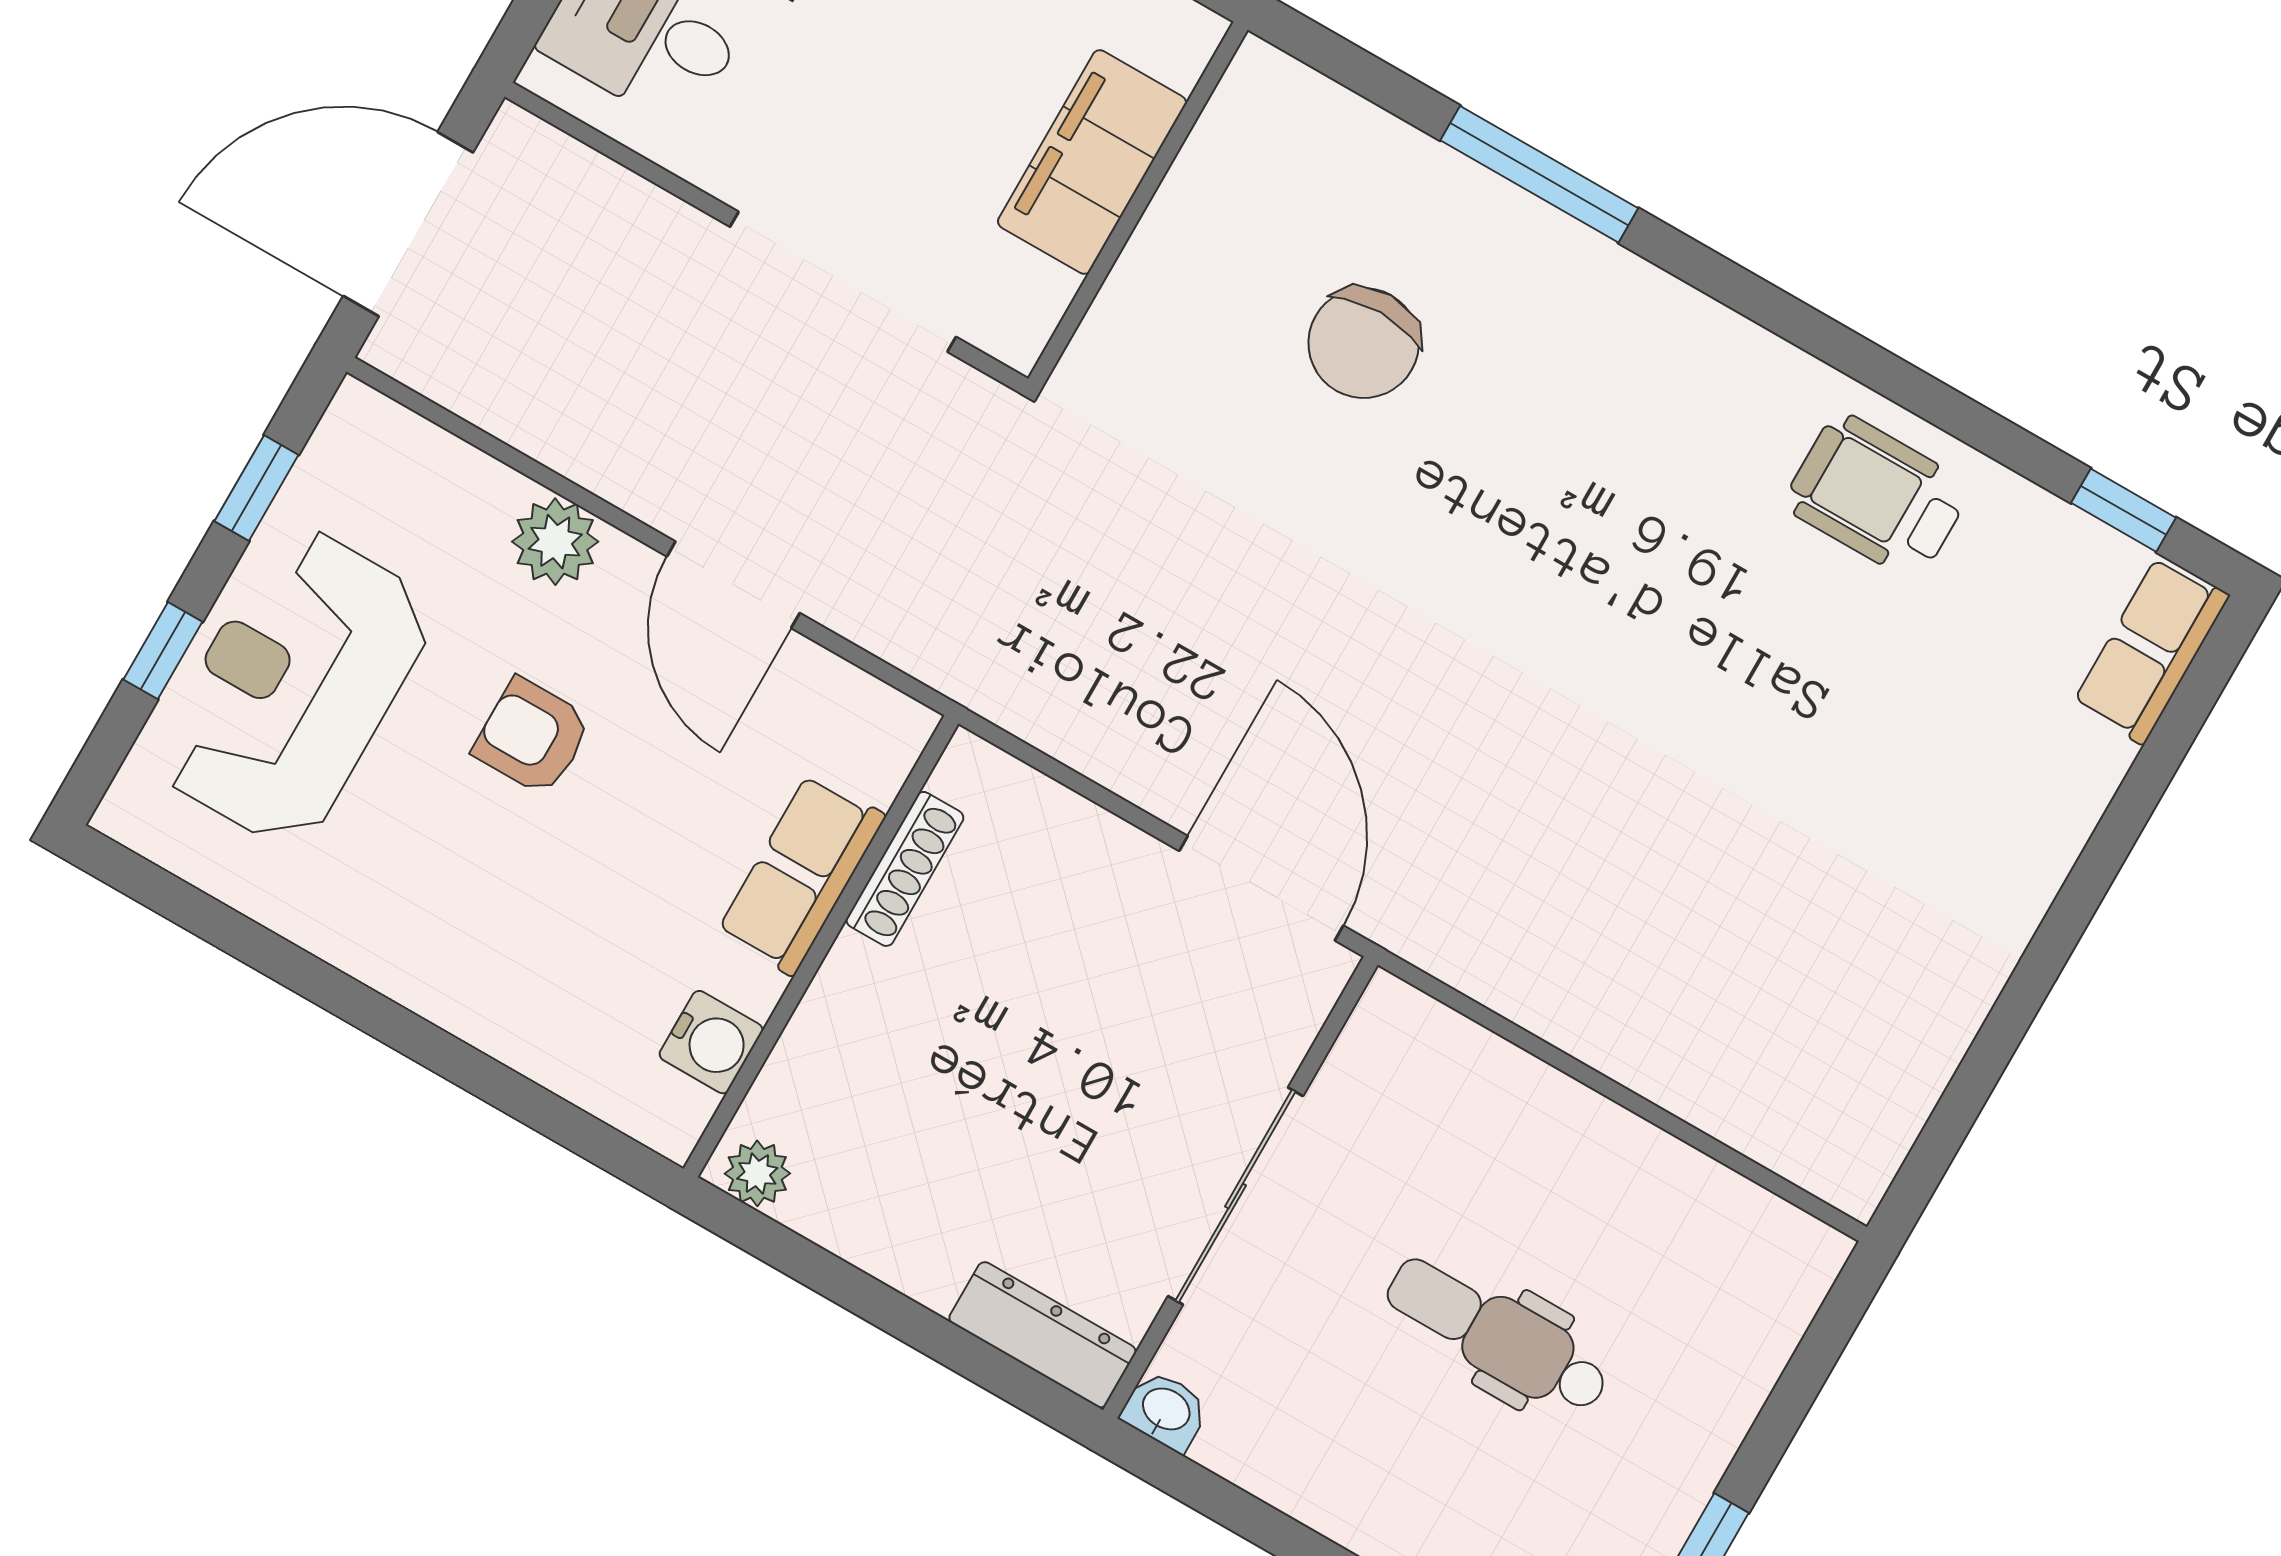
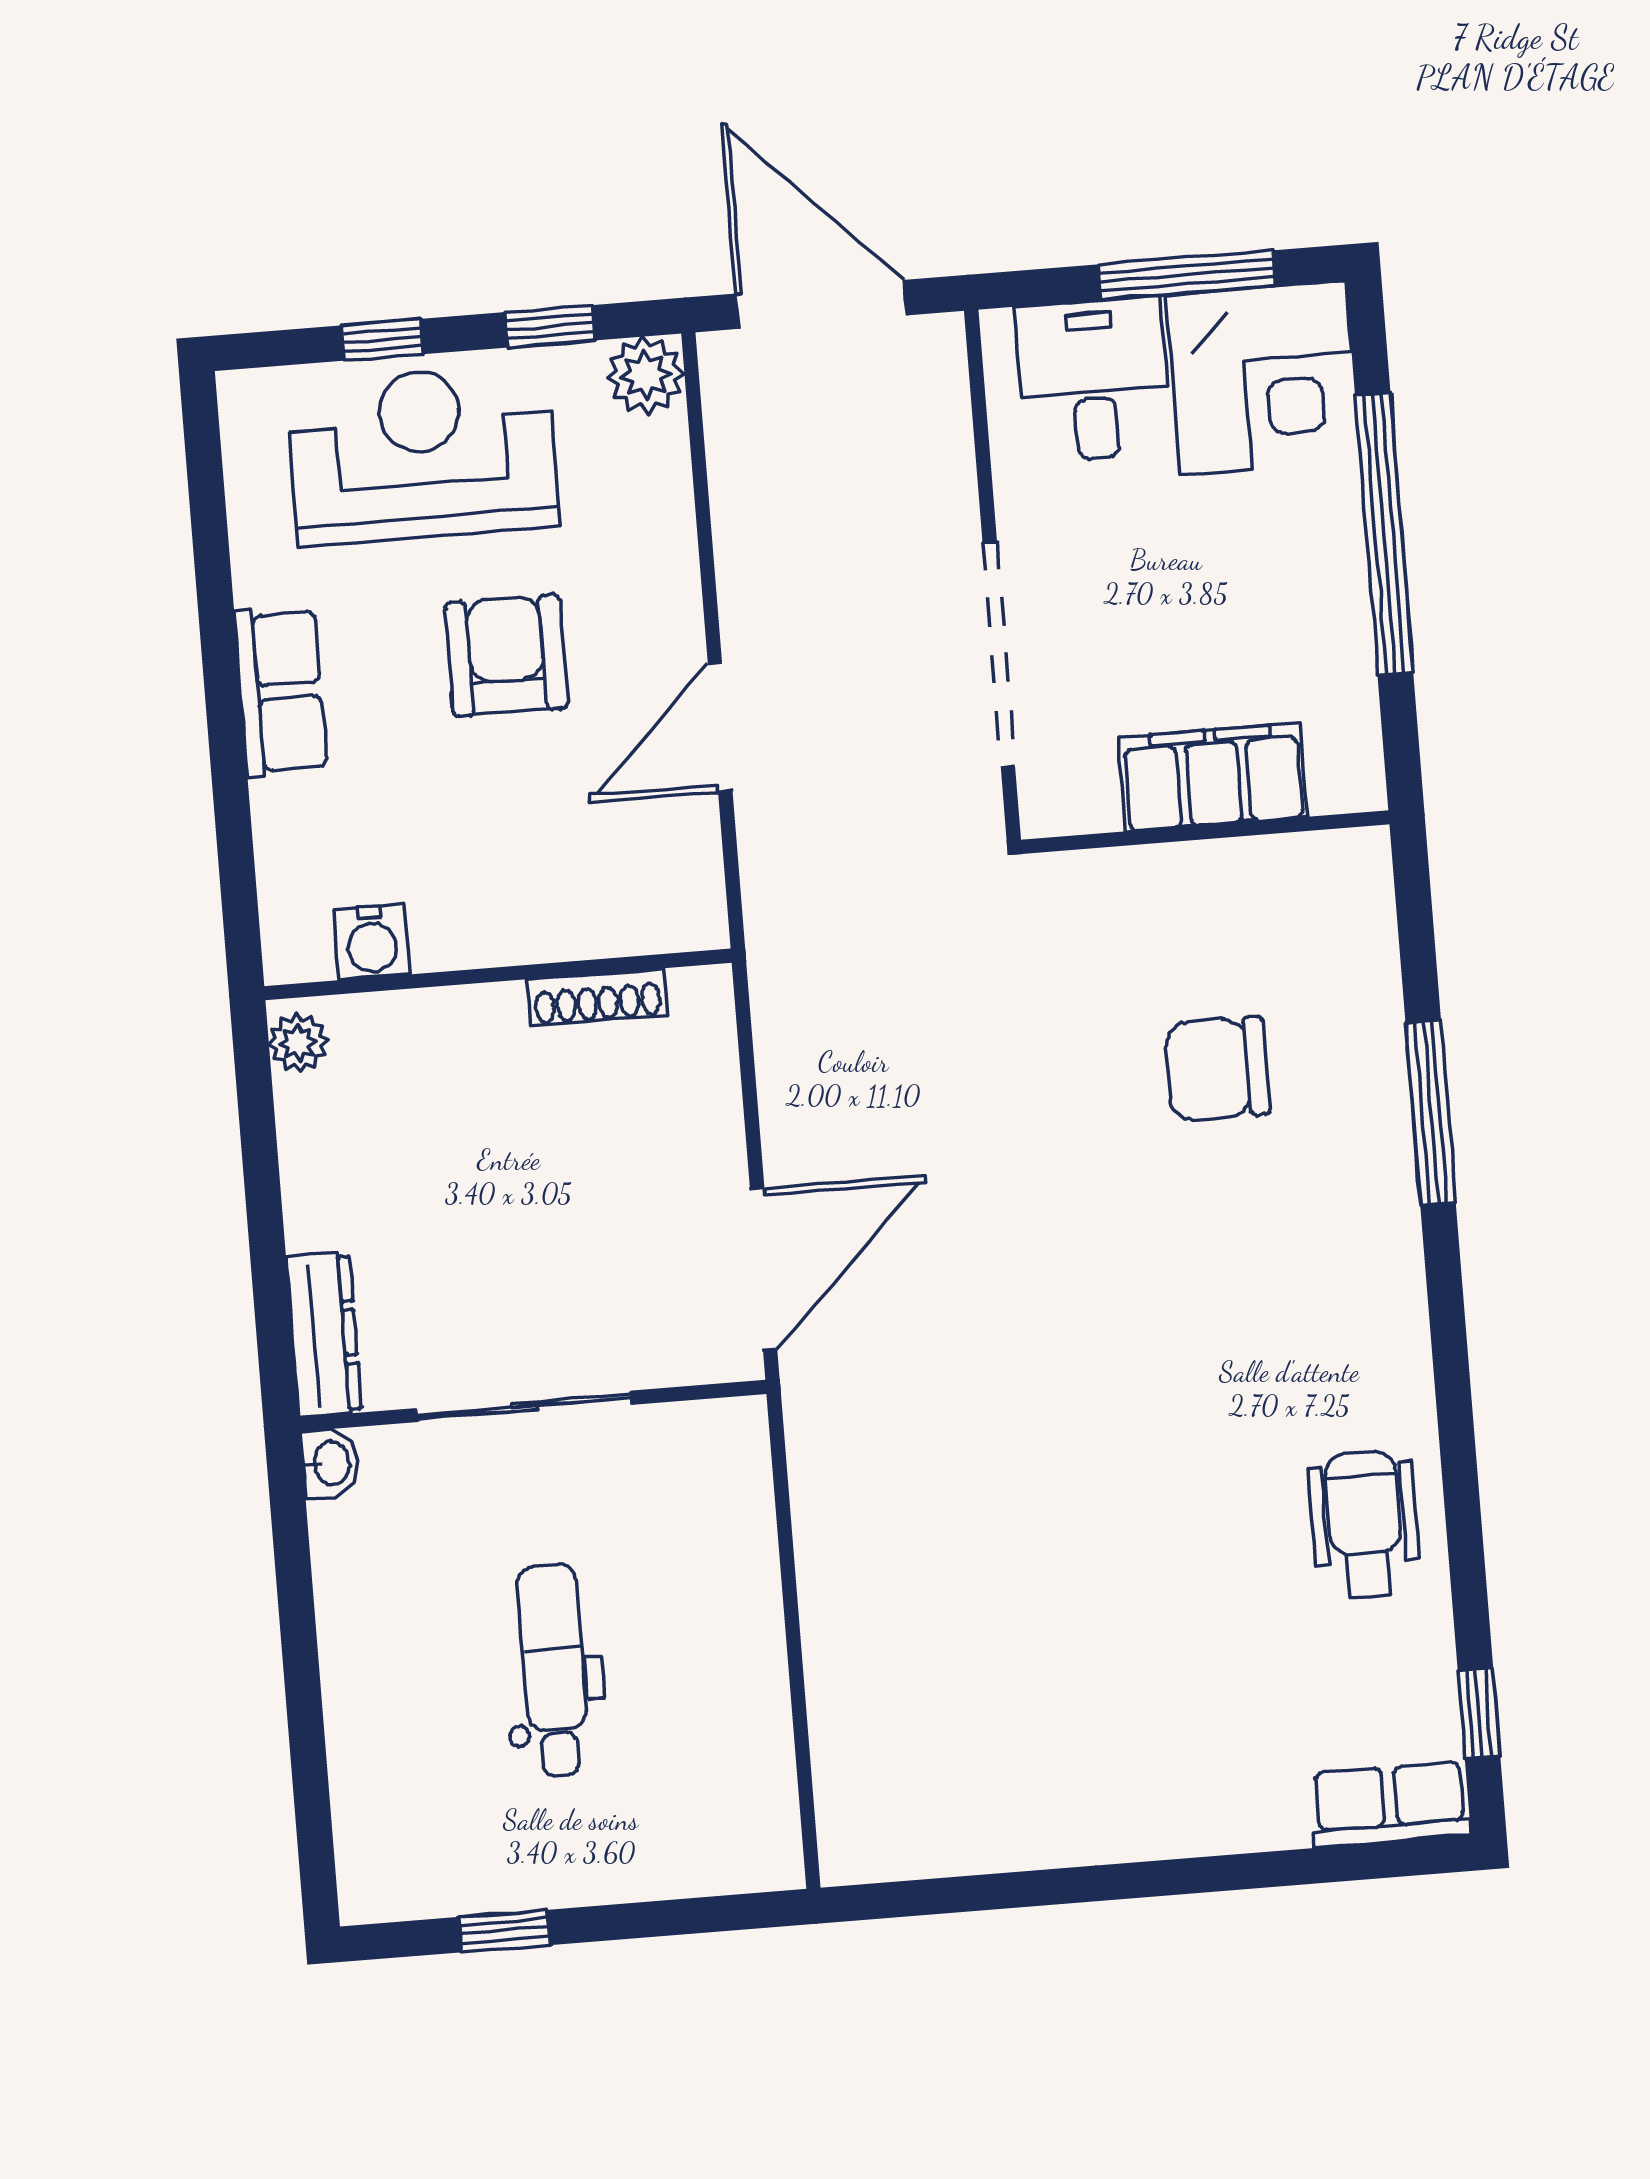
plant: (555, 542) -> (646, 375), moved
armchair: (532, 737) -> (506, 655), width x1.38, depth x1.38
row of seats: (801, 874) -> (281, 692), moved, turned 90

